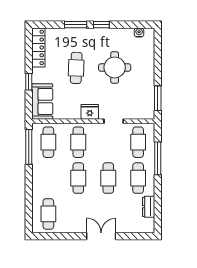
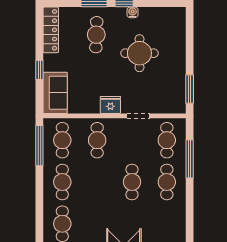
water cooler: (139, 32) -> (133, 12), moved
cafe table: (76, 68) -> (96, 35), moved
cafe table: (78, 178) -> (62, 182), moved
dresser: (149, 207) -> (179, 215), removed

